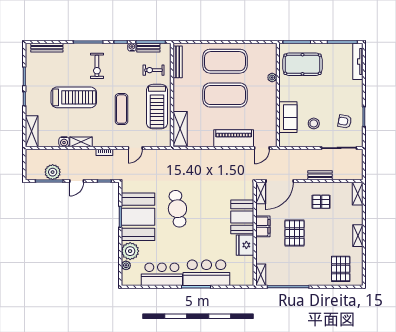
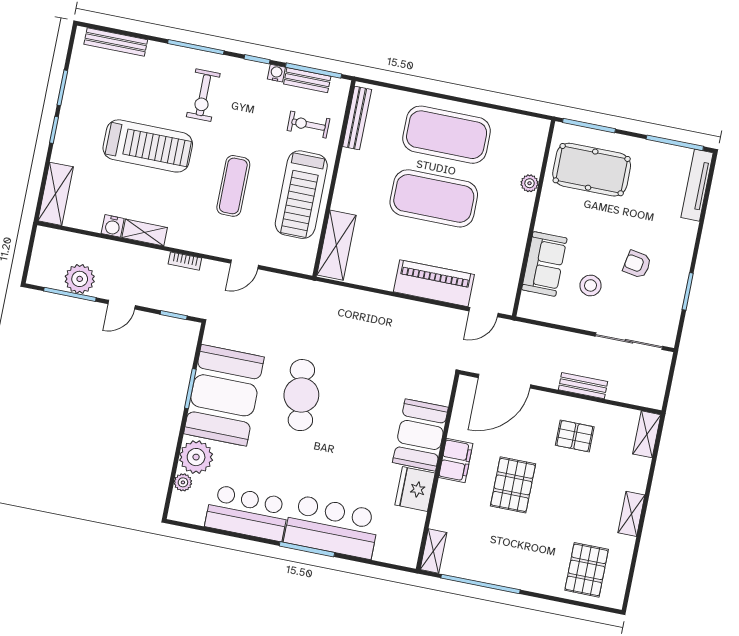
armchair: (345, 121) -> (637, 264), moved
shelving: (261, 193) -> (464, 397), removed

